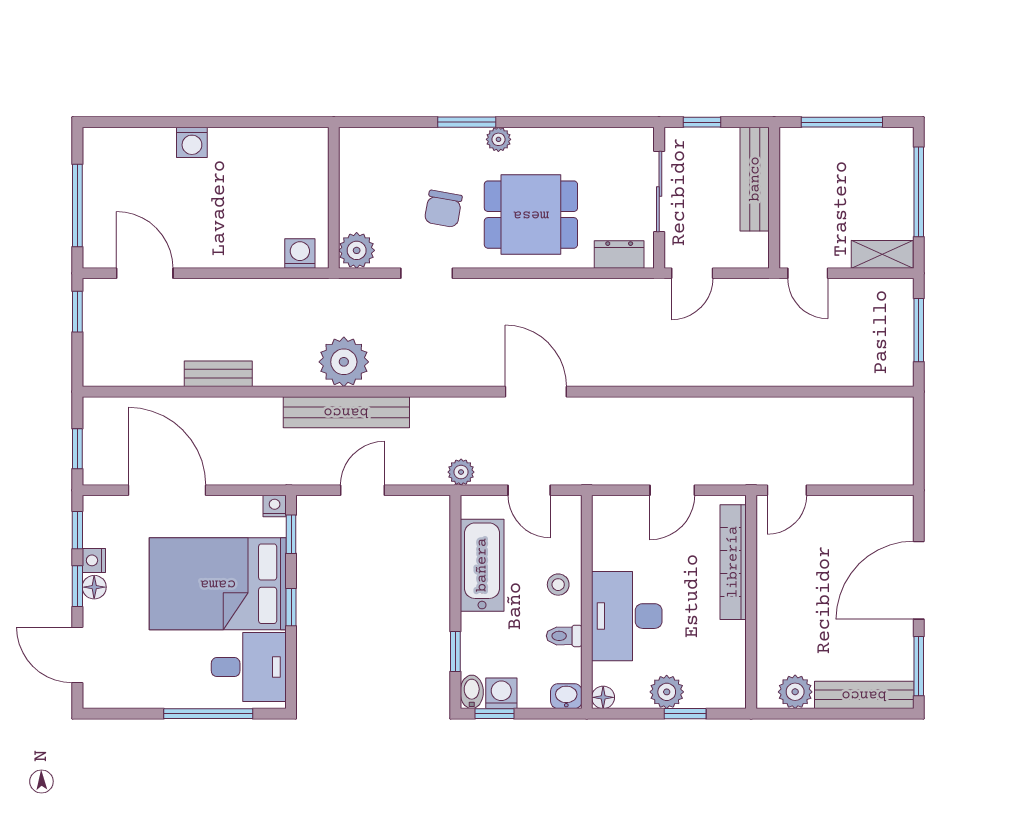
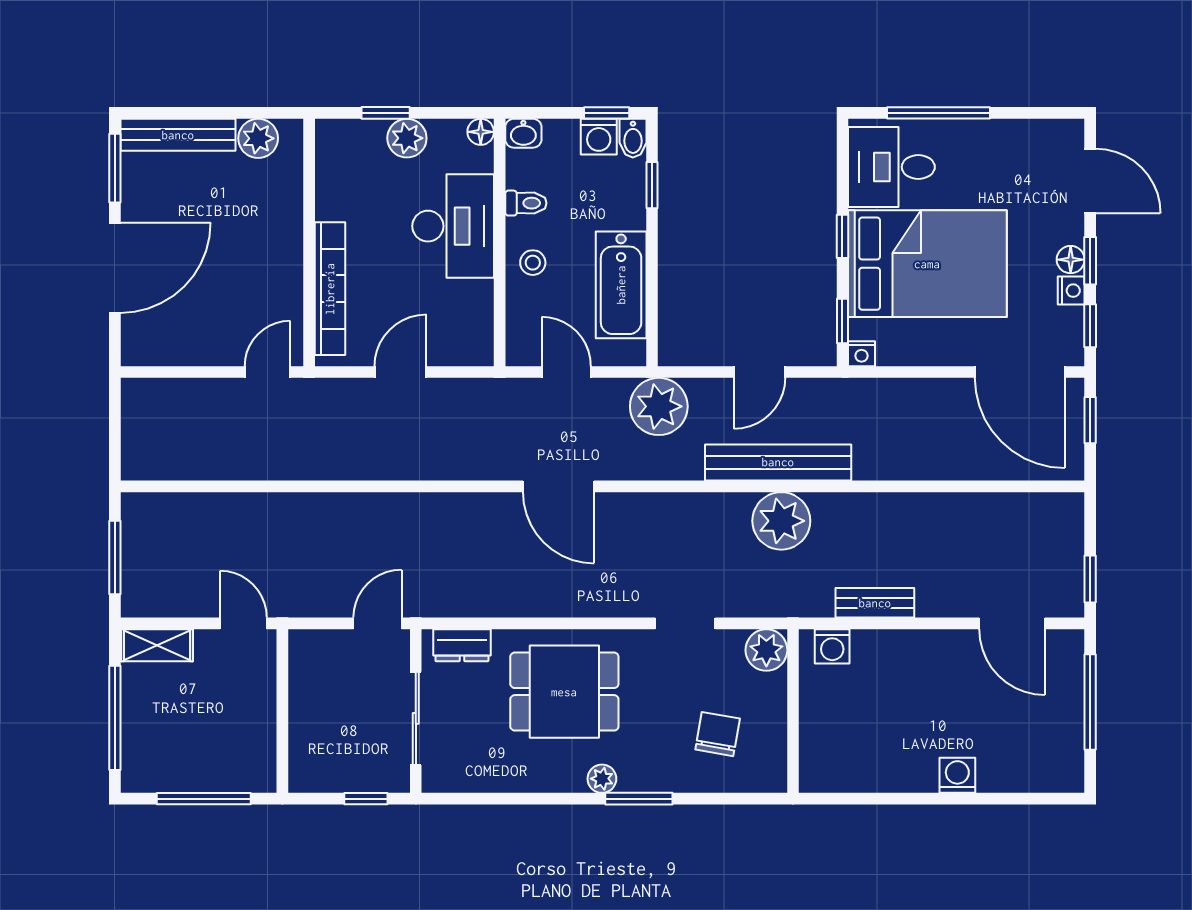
bench: (755, 179) -> (305, 733), removed
chair: (443, 209) -> (718, 734), moved
bench: (218, 374) -> (875, 603), moved
plant: (461, 472) -> (659, 406), width x1.87, depth x1.87
door: (167, 490) -> (1020, 372), moved

